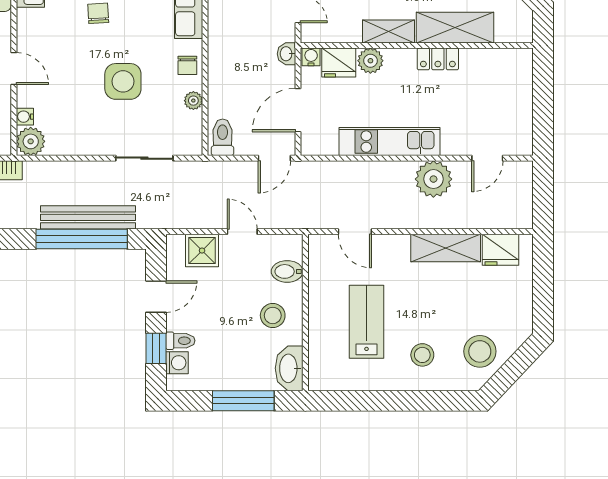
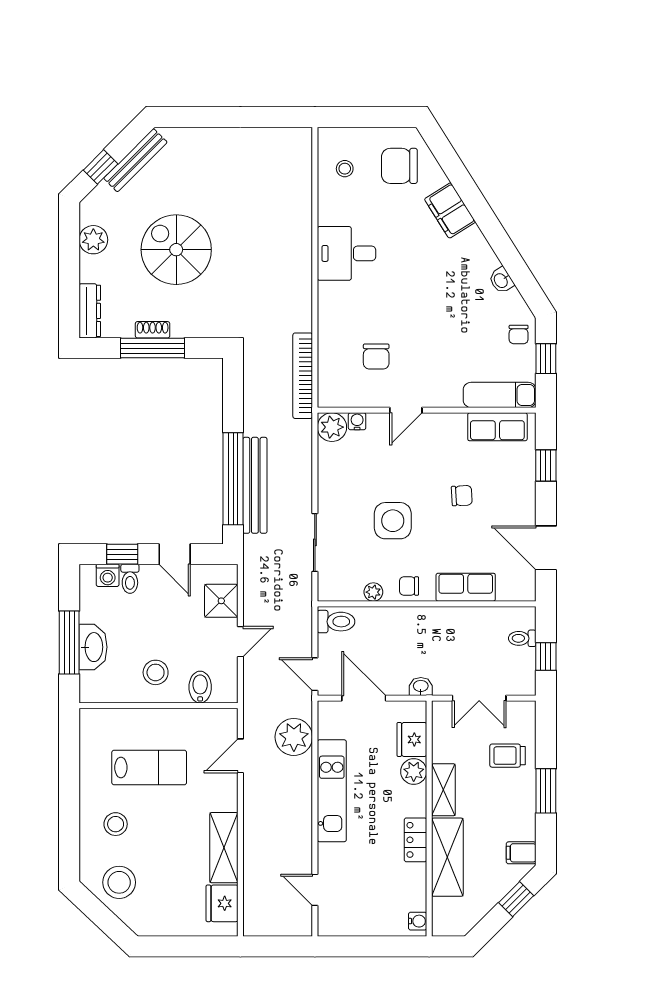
water cooler: (311, 57) -> (418, 921), moved
plant: (433, 179) -> (294, 737), moved
washbasin: (289, 368) -> (93, 647), moved, turned 90

